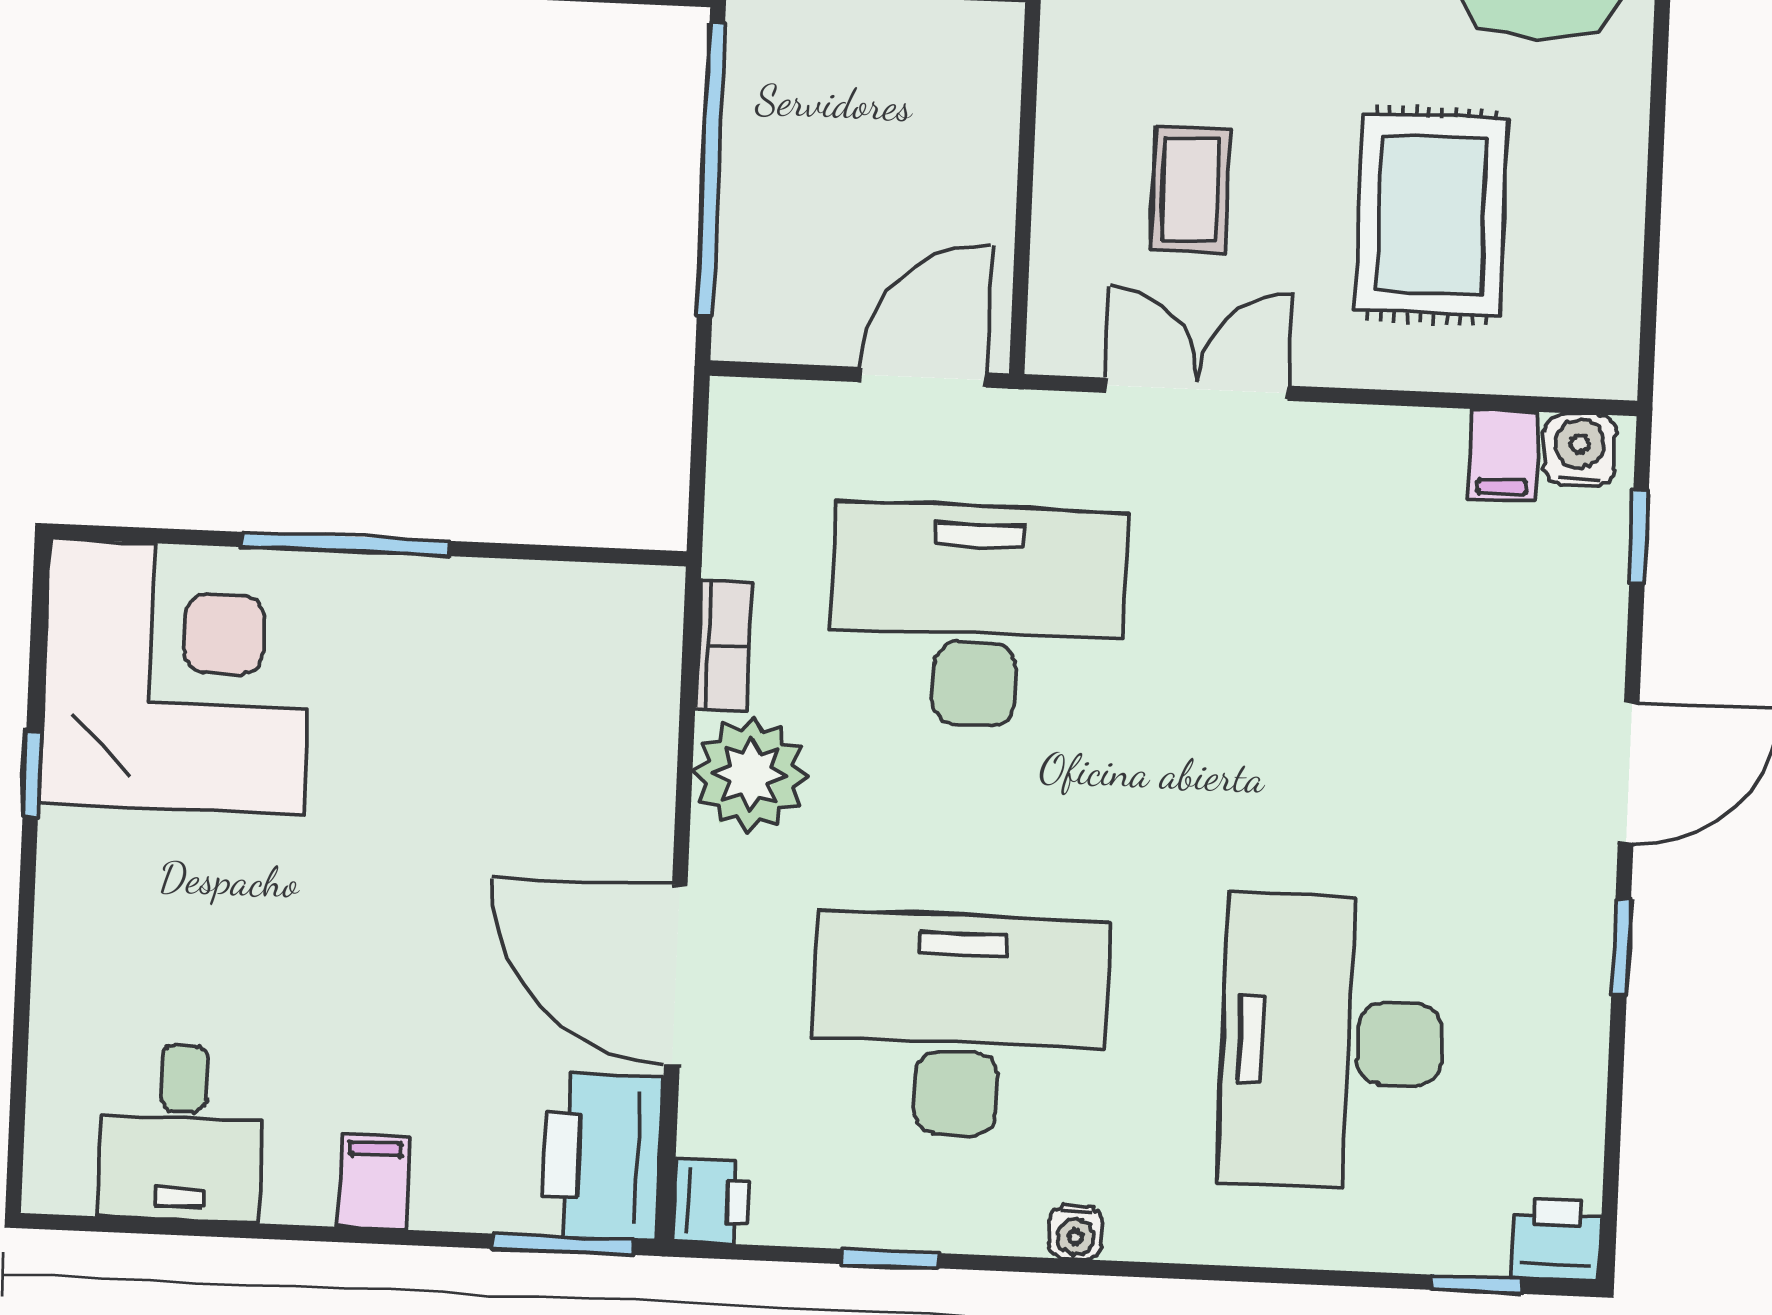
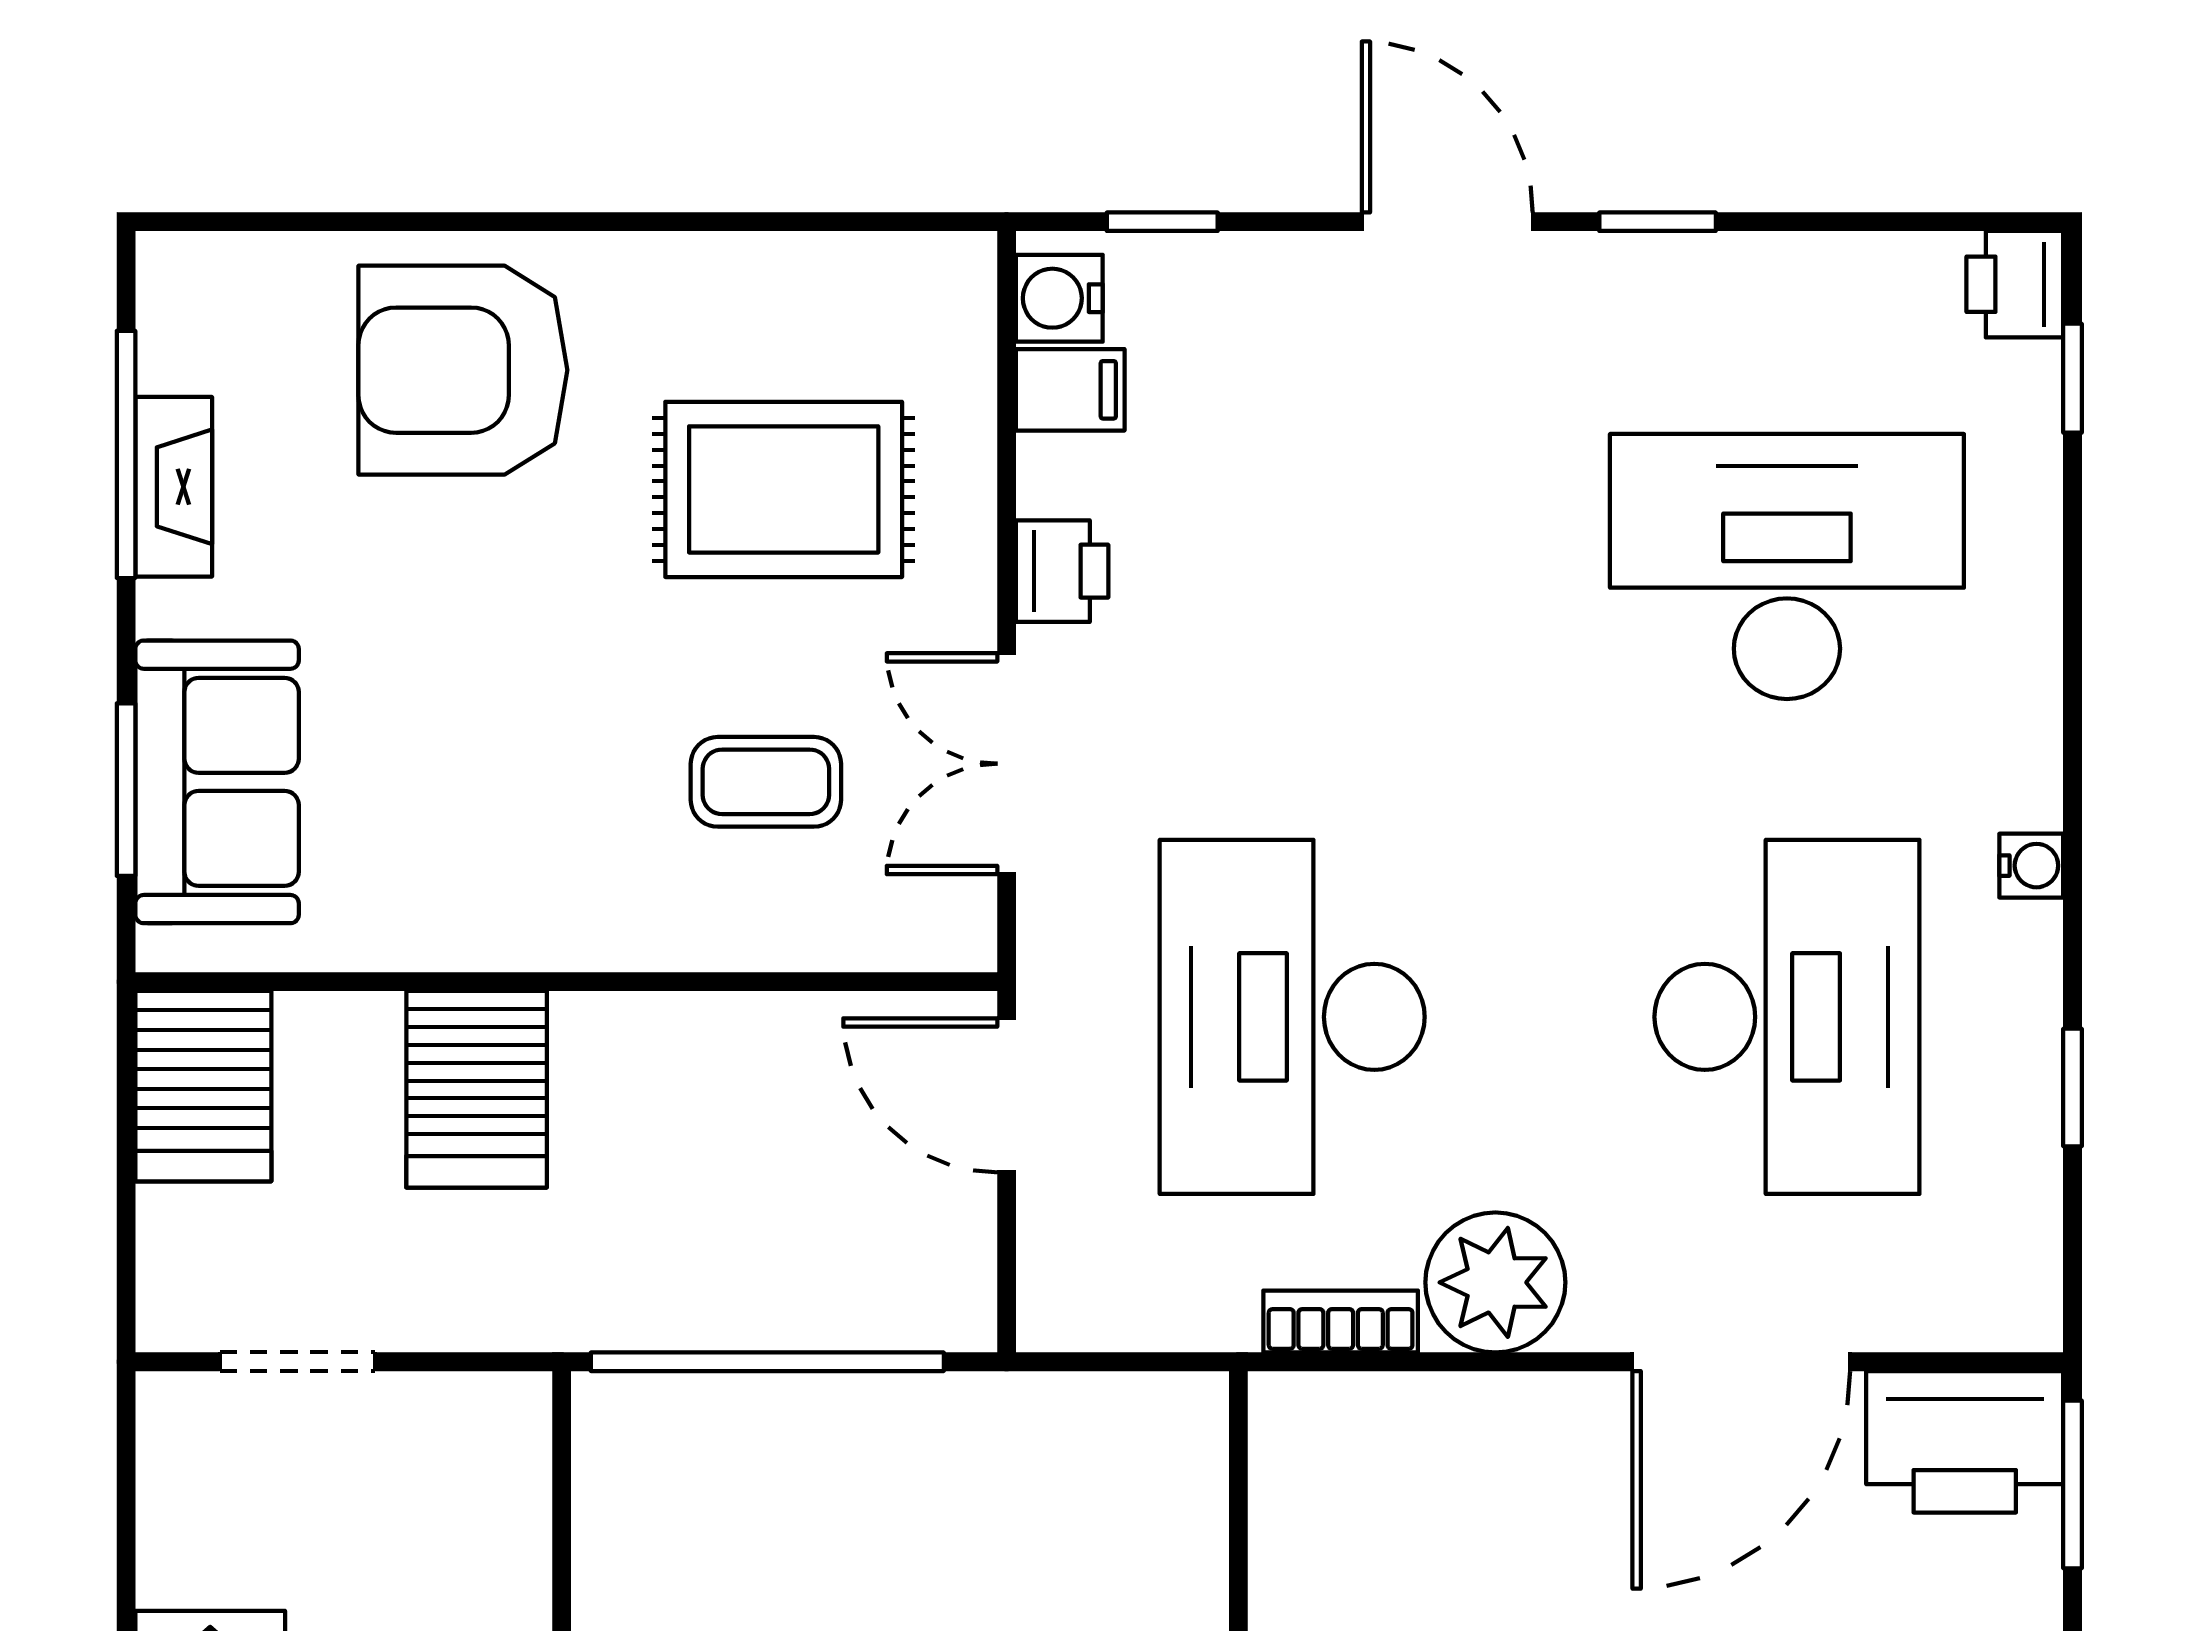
desk: (959, 1025) -> (1787, 1017), turned 180
desk: (1331, 1041) -> (1787, 567), turned 180
printer: (712, 1201) -> (1062, 571), moved, turned 90

